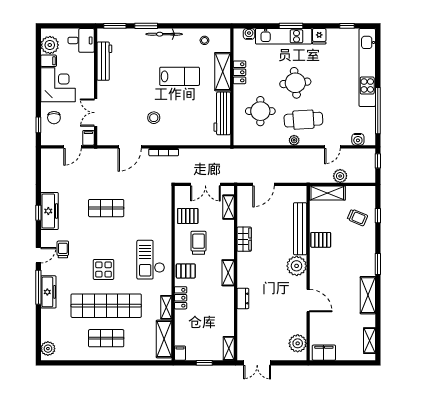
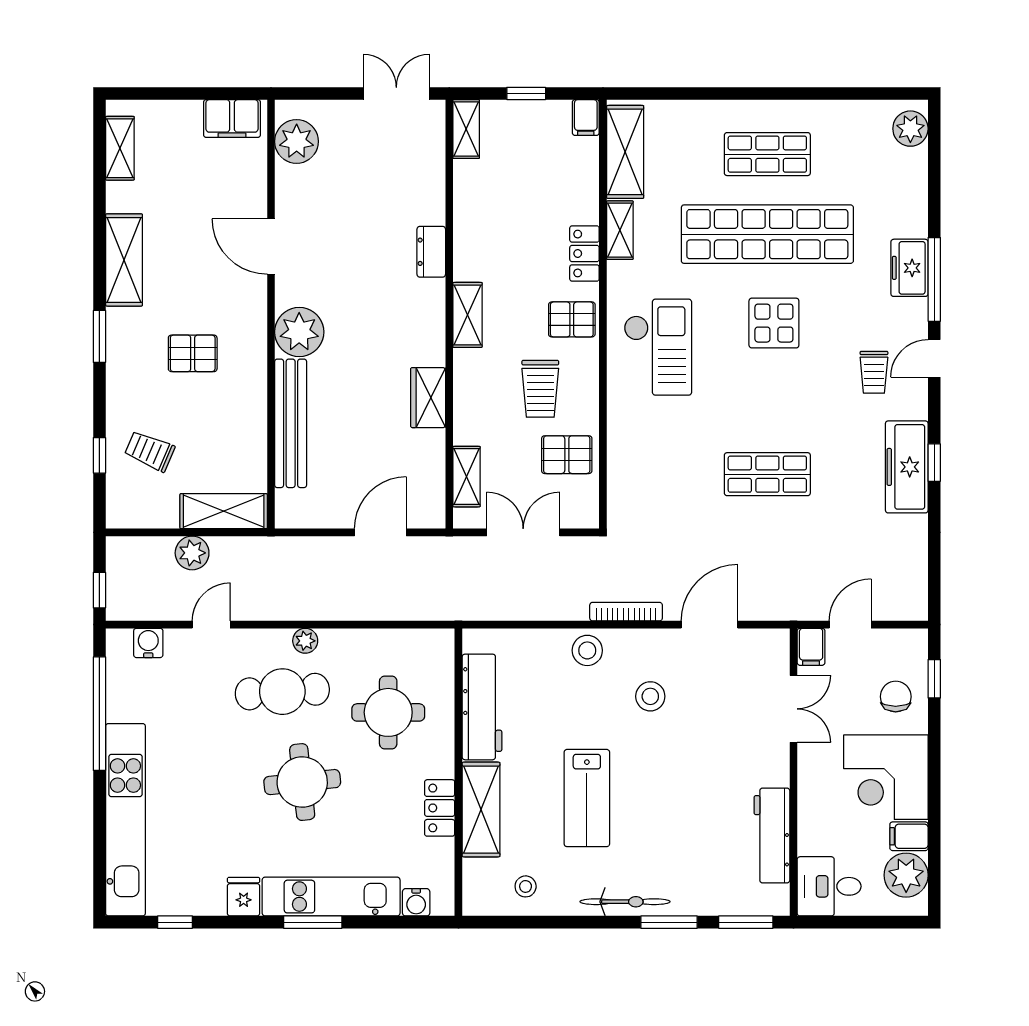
lab bench: (180, 76) -> (587, 798), turned -90
stool: (179, 136) -> (587, 650), added
pallet: (321, 240) -> (193, 353), moved
freezer: (48, 292) -> (910, 268), width x0.71

